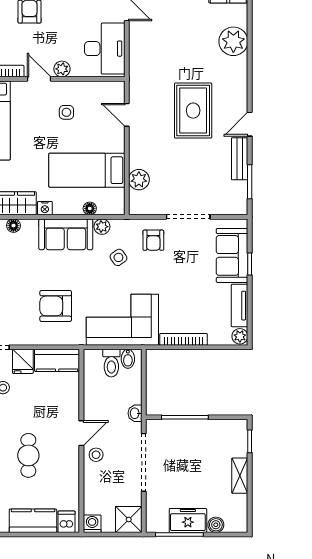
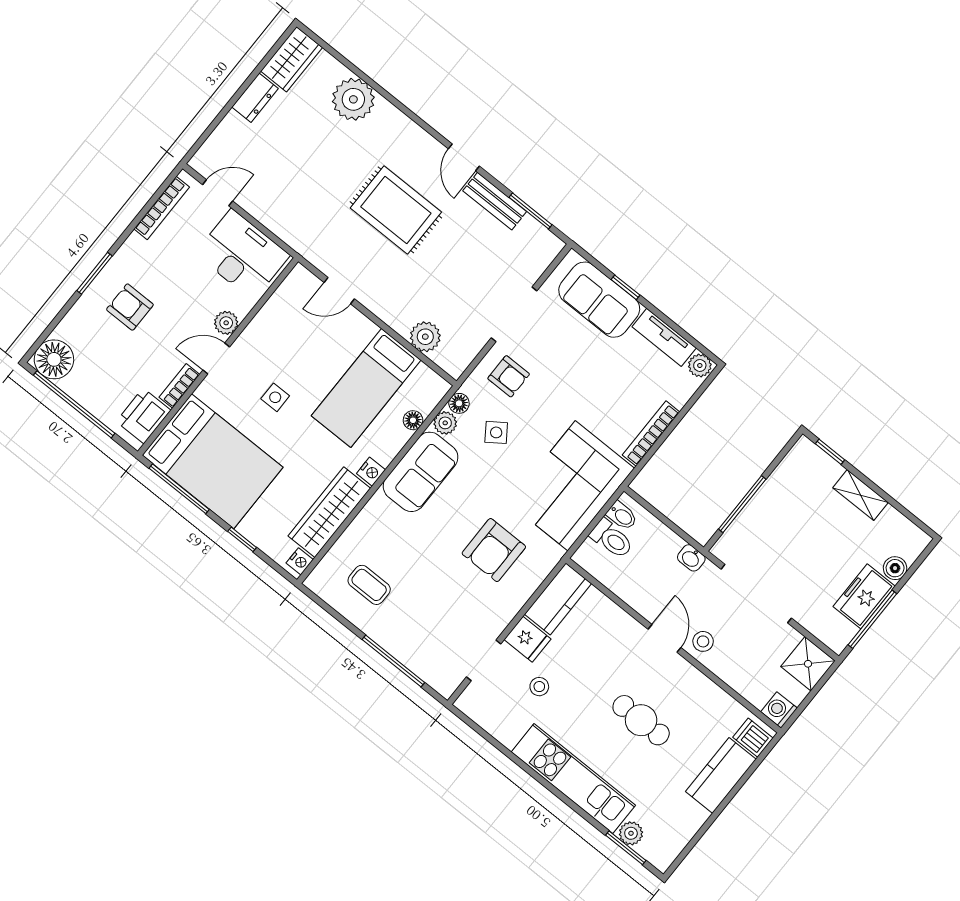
side table: (66, 112) -> (275, 397), moved
floor lamp: (13, 226) -> (459, 403), moved

